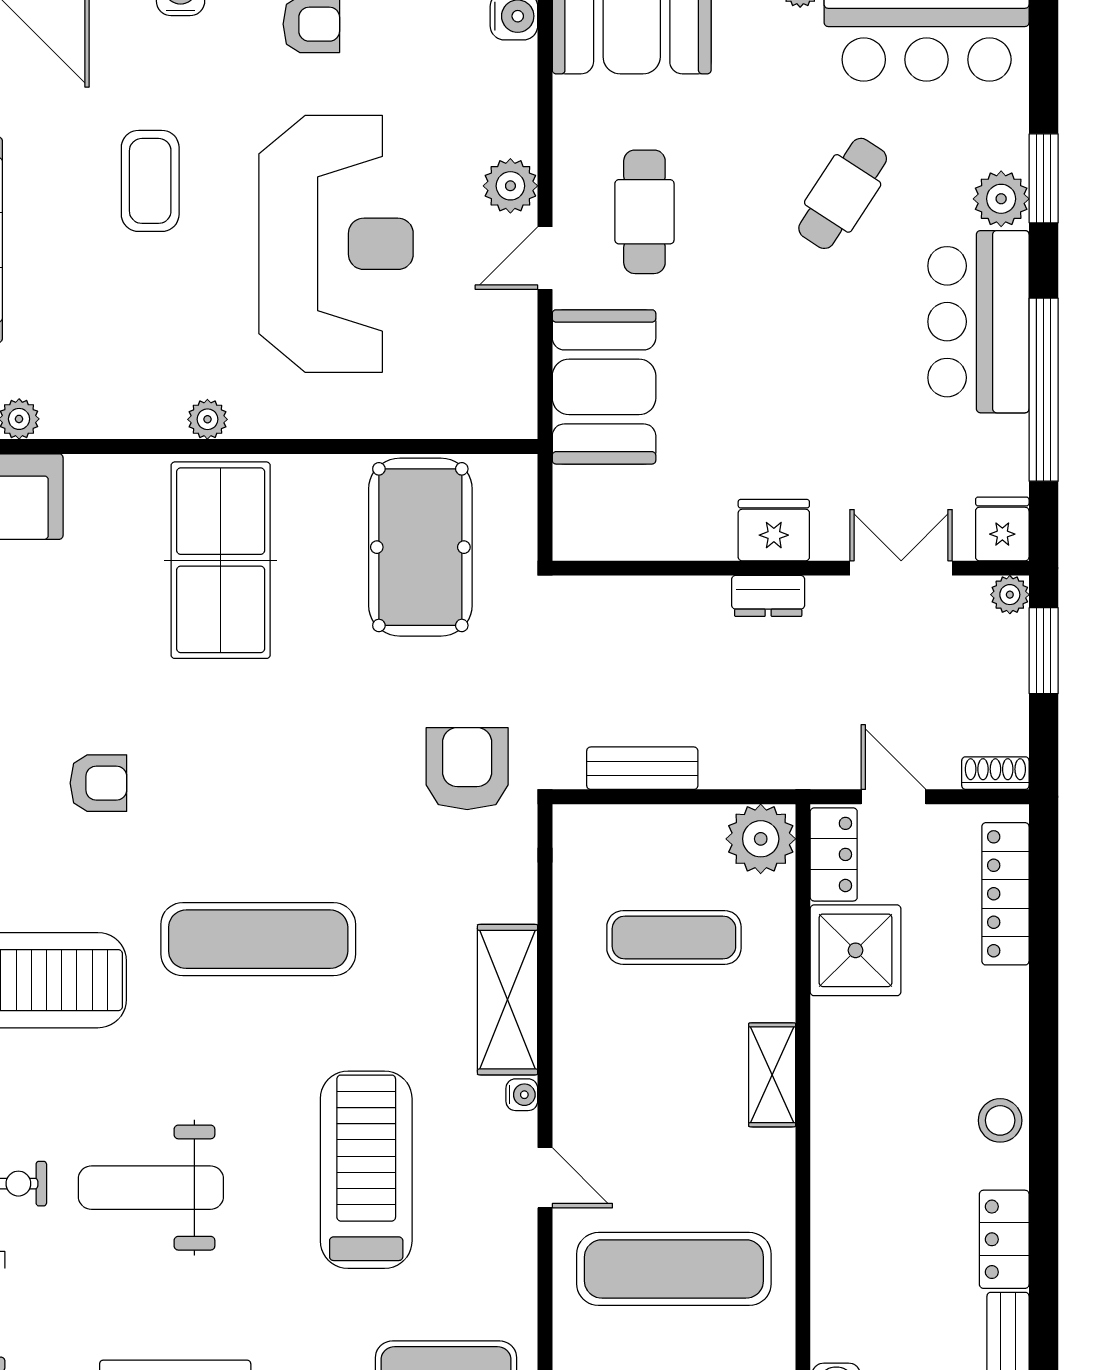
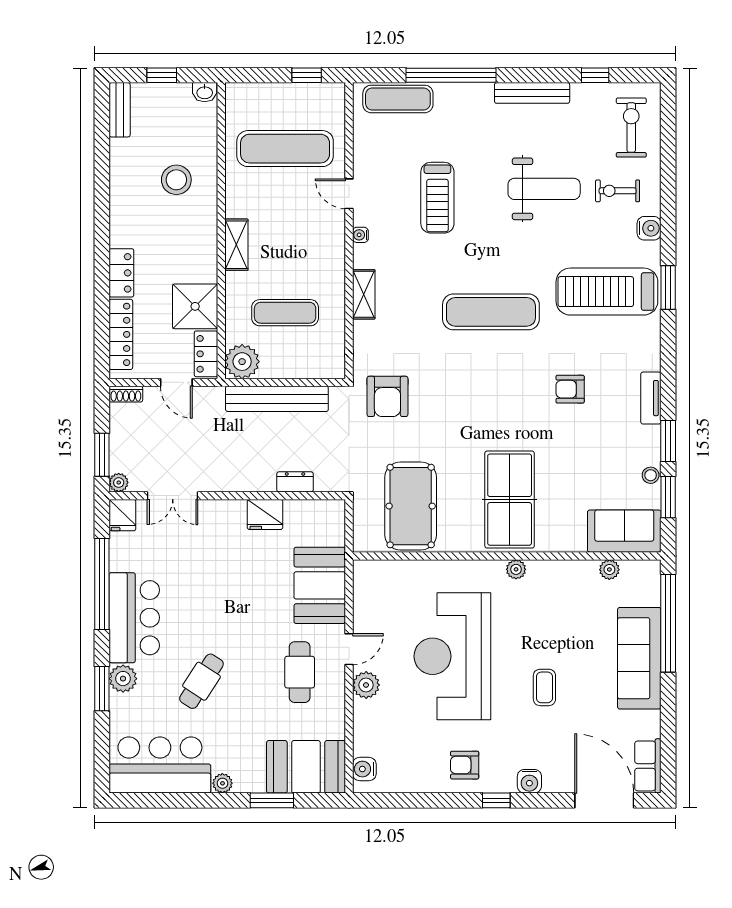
coffee table: (150, 181) -> (544, 687), width x0.73, depth x0.77
fridge: (774, 530) -> (265, 514), moved
dresser: (768, 596) -> (295, 482), moved
bench: (642, 768) -> (277, 399), width x1.86, depth x1.21
shelving: (508, 1000) -> (364, 294), width x0.67, depth x0.75
stool: (1000, 1120) -> (176, 180), moved, width x1.38, depth x1.38
treadmill: (366, 1170) -> (437, 198), width x0.73, depth x0.73
locker: (1004, 1239) -> (121, 273), moved

